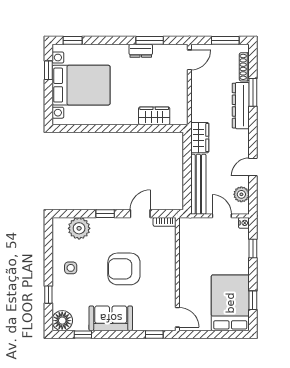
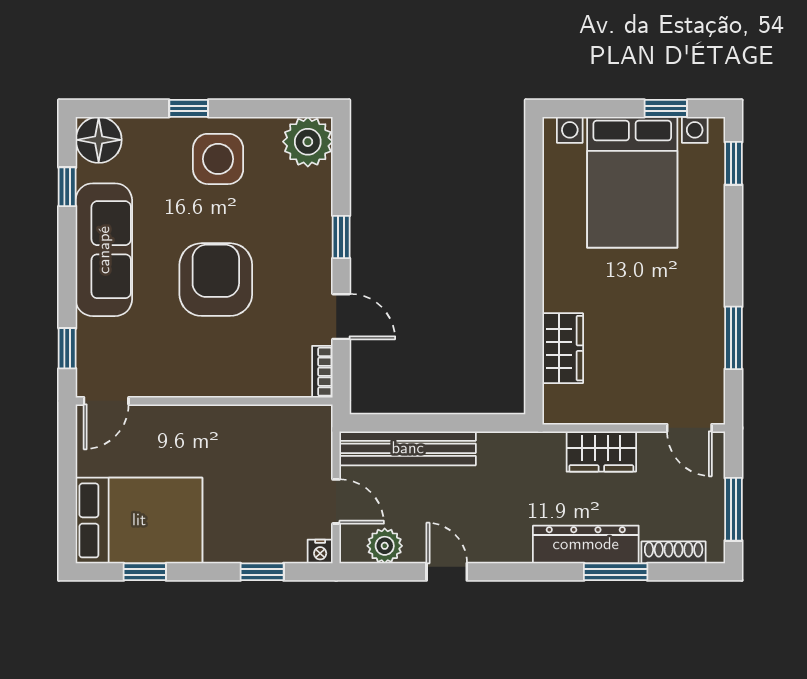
dresser: (141, 51) -> (710, 318), removed
wardrobe: (200, 138) -> (601, 452), moved
door: (222, 216) -> (336, 501), hinge flipped
plant: (79, 228) -> (308, 142), moved
side table: (71, 268) -> (218, 159), width x1.87, depth x1.87
window: (48, 295) -> (189, 108), moved
sofa: (111, 318) -> (104, 250), width x1.36

